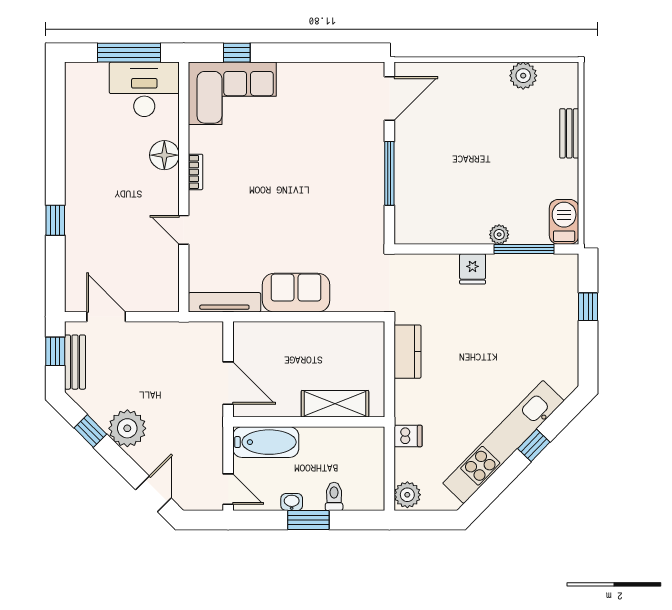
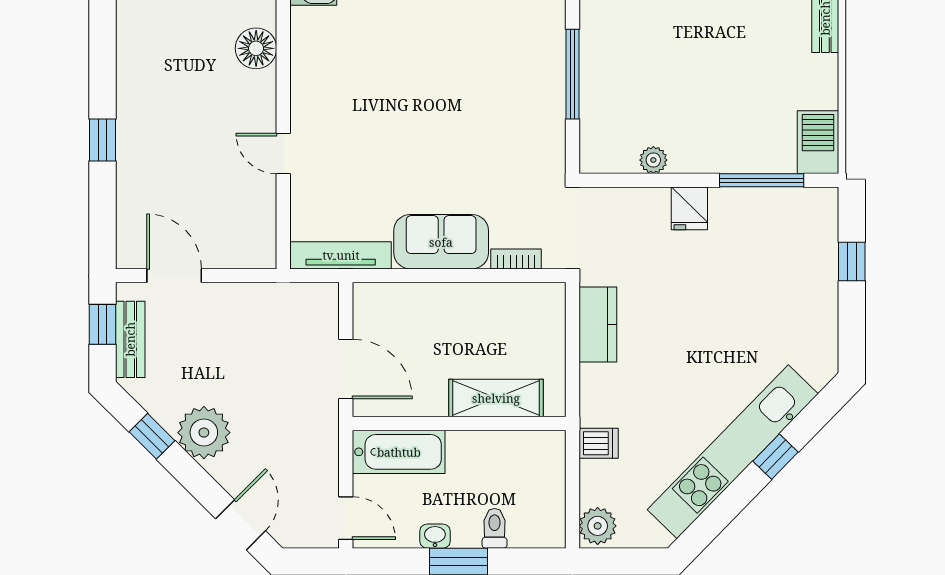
bookcase: (196, 172) -> (516, 259), moved, turned -90
plant: (499, 235) -> (653, 160), moved

